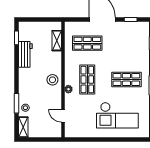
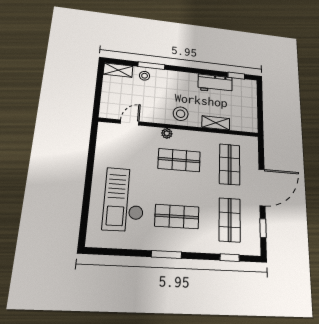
shelving: (57, 41) -> (216, 123), moved
shop shelf: (126, 43) -> (230, 220), added
shop shelf: (126, 80) -> (177, 216), turned 90

